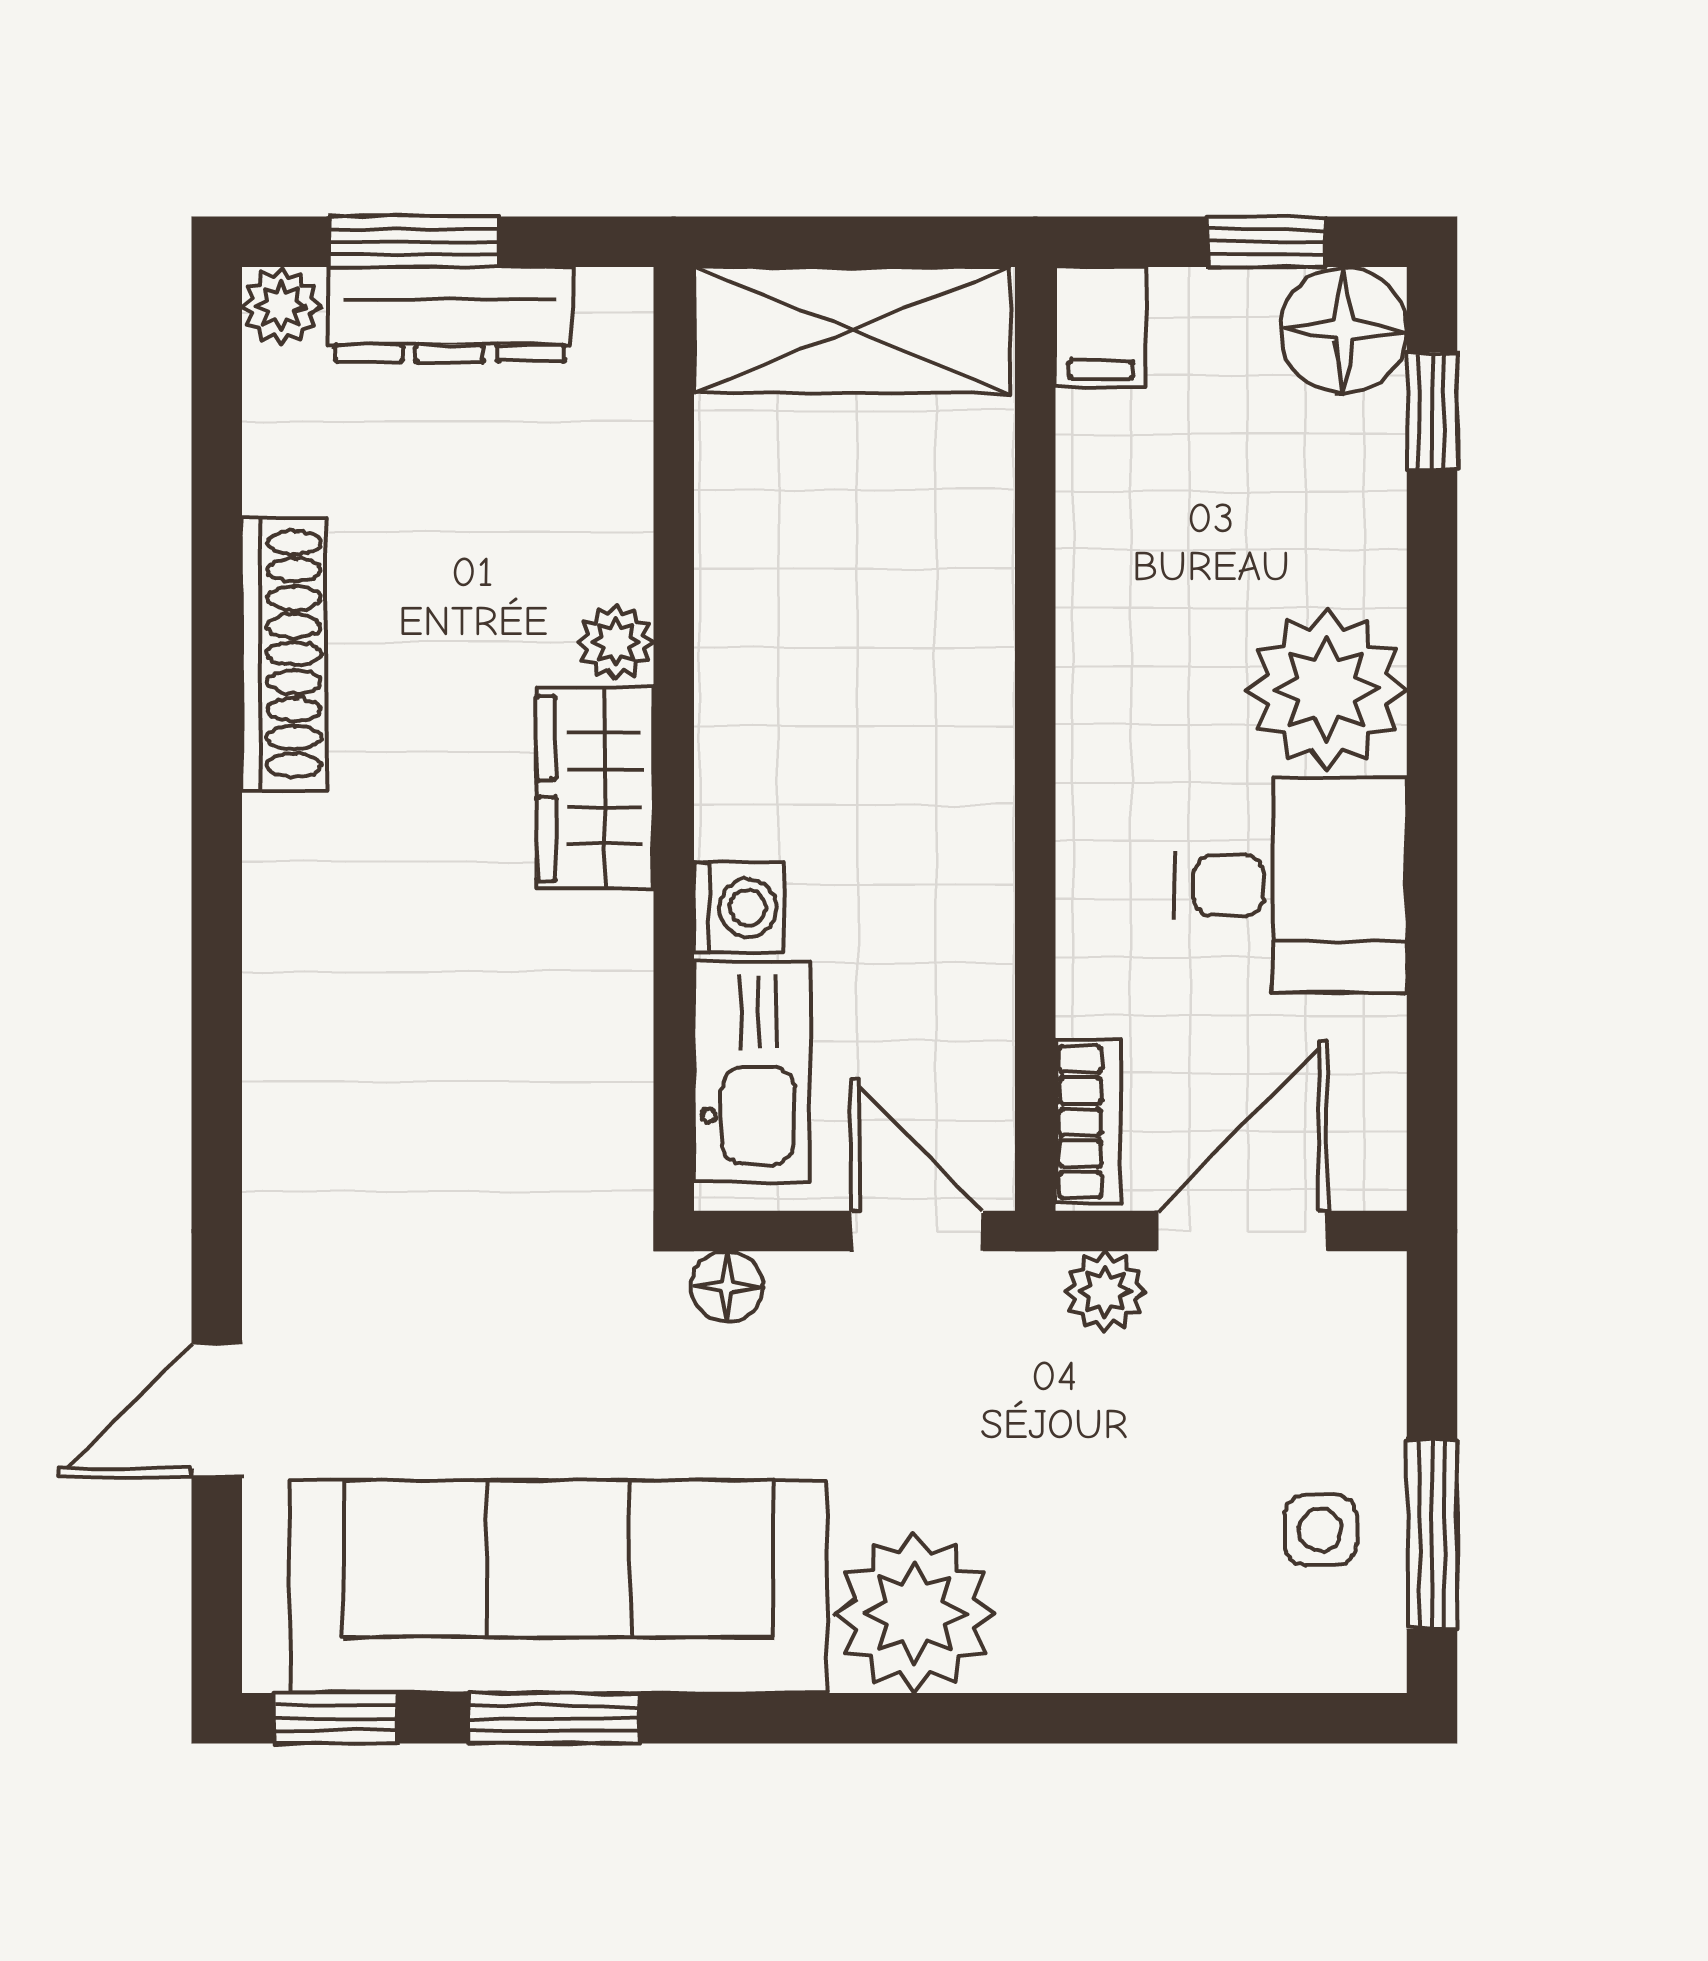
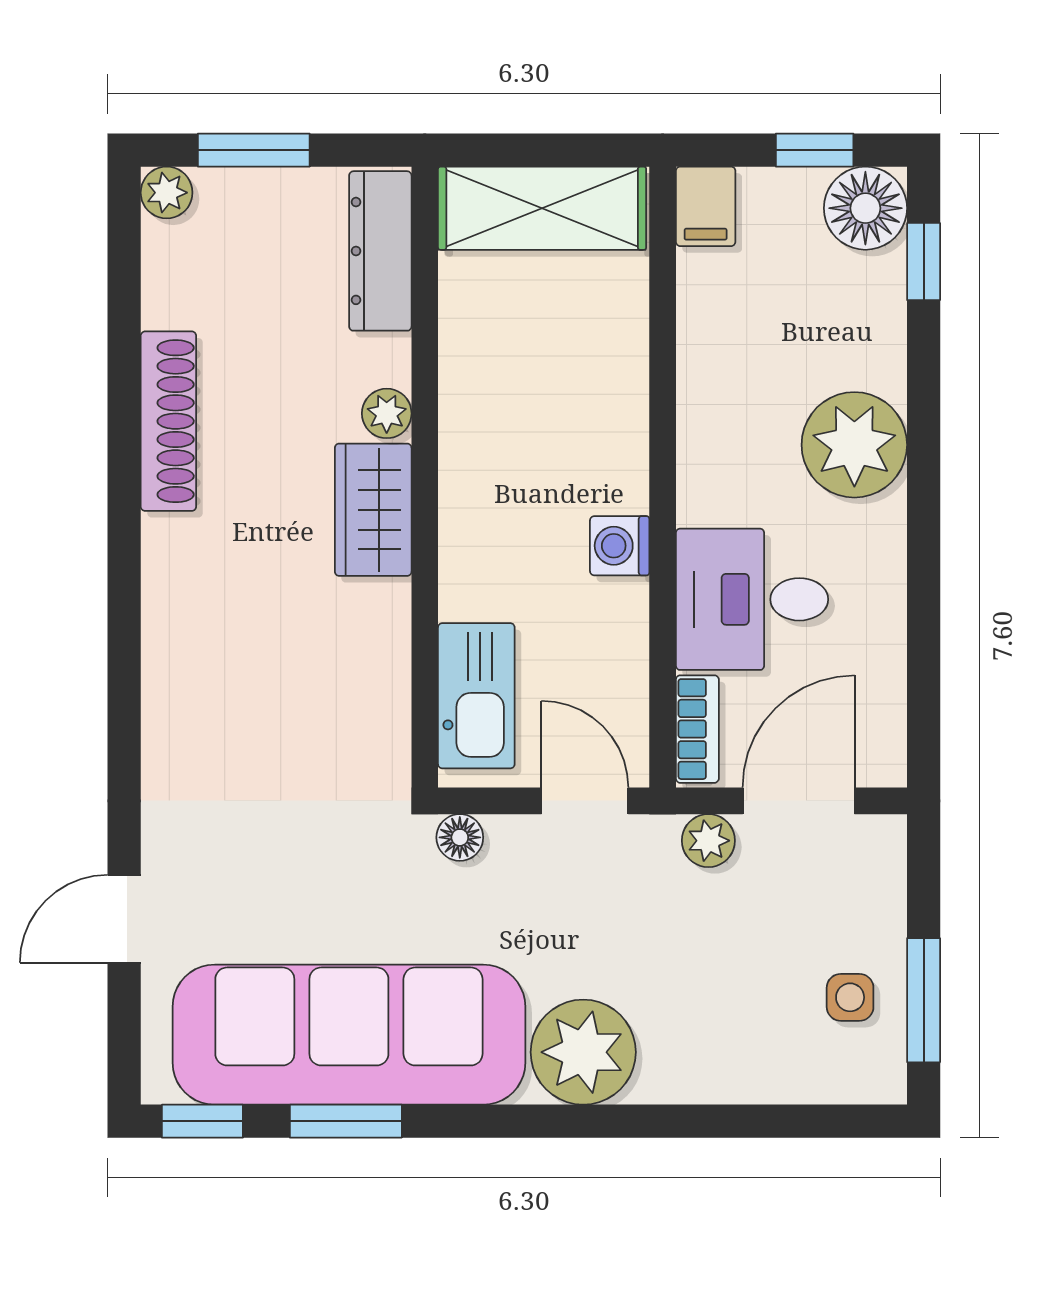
dresser: (450, 314) -> (380, 251), moved, turned 90
desk: (1291, 885) -> (752, 599), moved, turned 180
washing machine: (739, 908) -> (620, 546), moved, turned 180

